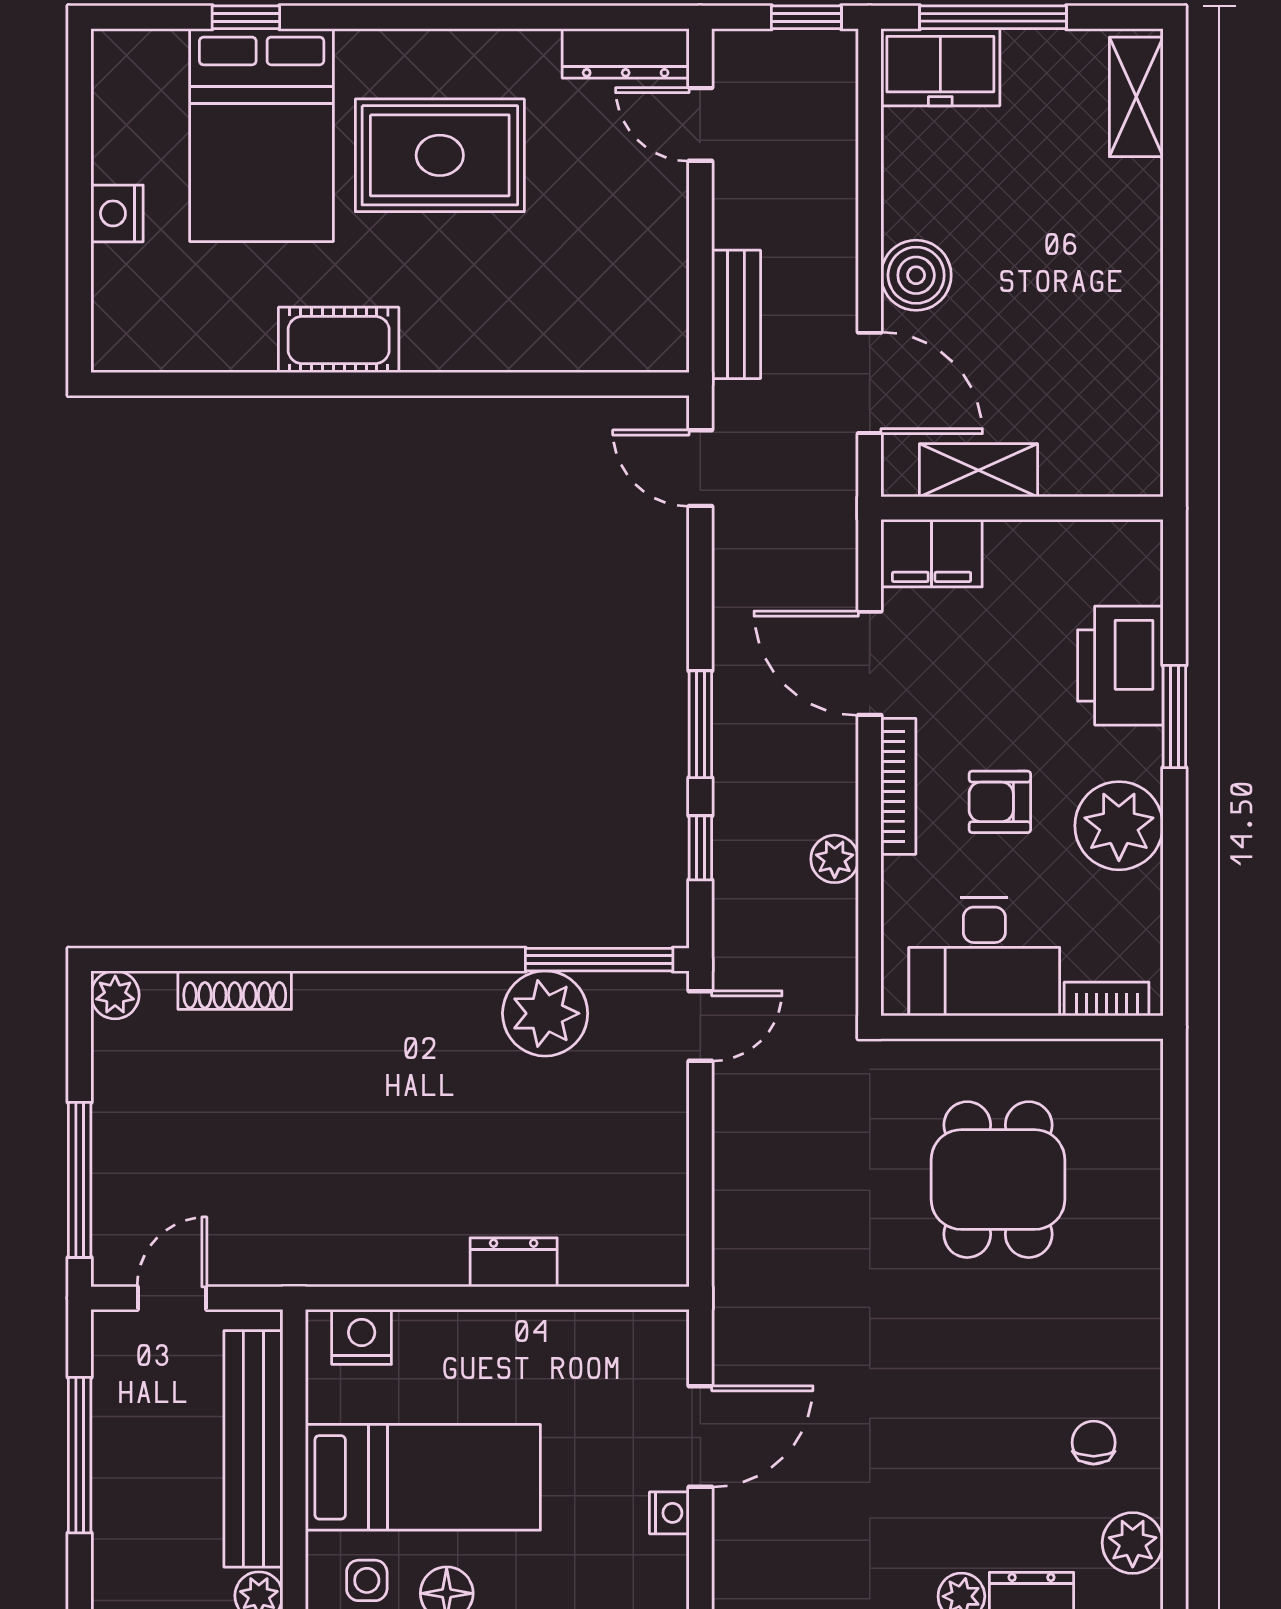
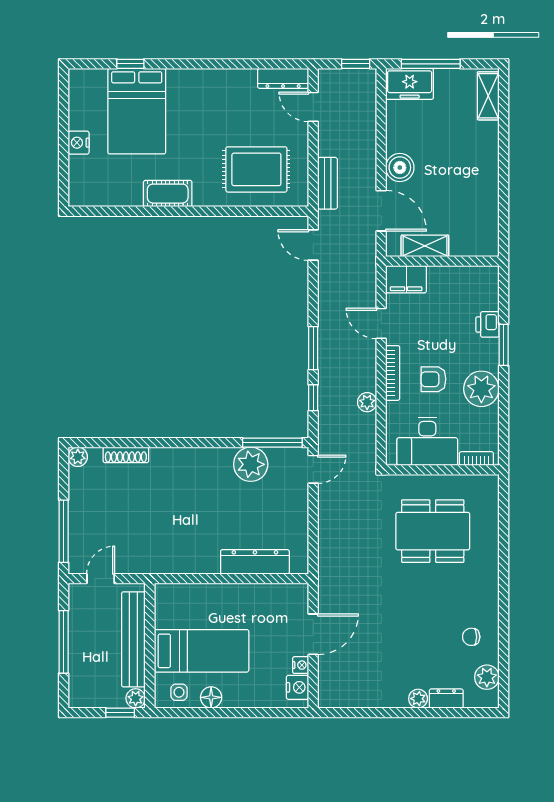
rug: (440, 155) -> (256, 169), moved
door: (870, 663) -> (381, 323), width x0.73
printer: (1120, 666) -> (487, 324), width x0.53, depth x0.68
dining table: (998, 1180) -> (433, 531), width x1.37
dresser: (514, 1262) -> (255, 562), width x1.96, depth x1.24
nightstand: (362, 1337) -> (298, 687), moved, turned 90
chair: (1094, 1443) -> (471, 637), turned -90

